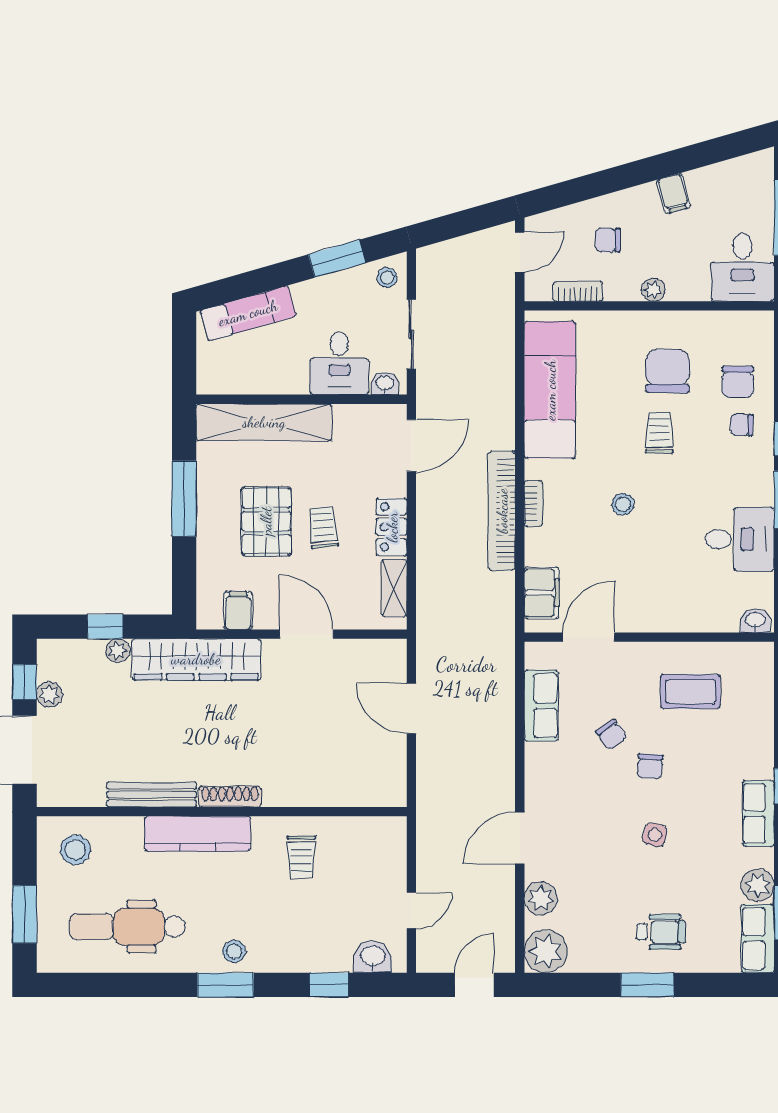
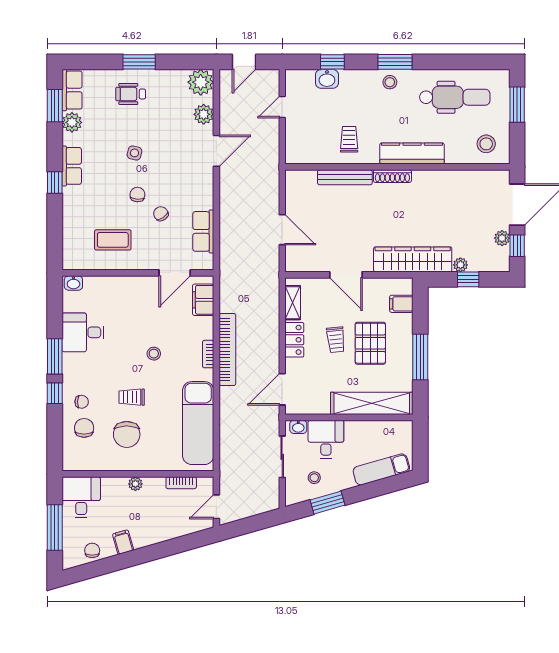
chair: (608, 240) -> (92, 550), moved, turned -90
stool: (387, 278) -> (314, 478), moved
trolley: (659, 433) -> (132, 397), turned 90
filing cabinet: (238, 610) -> (401, 304), moved, turned 90
bench: (152, 795) -> (345, 177), moved
washbasin: (373, 957) -> (327, 79), moved

